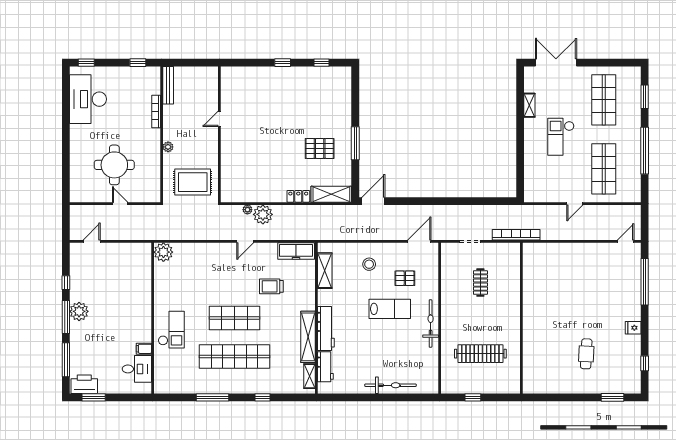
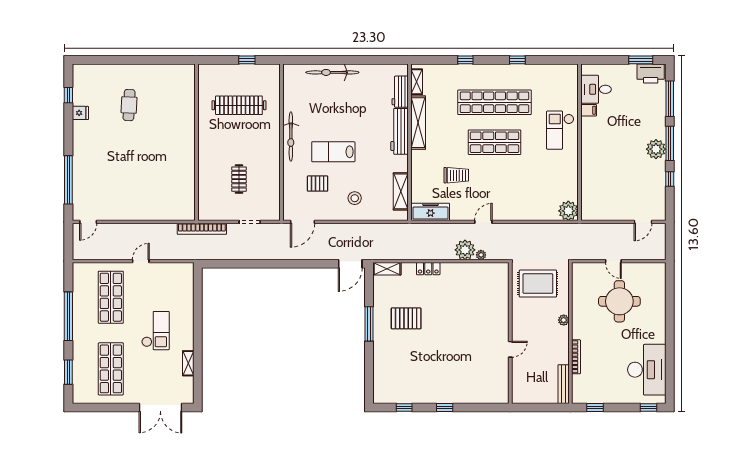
shelving: (331, 194) -> (387, 269), width x0.67, depth x0.75
fridge: (633, 328) -> (80, 113), moved
window: (213, 397) -> (517, 60), width x0.46
window: (613, 397) -> (102, 60), removed

